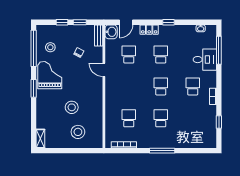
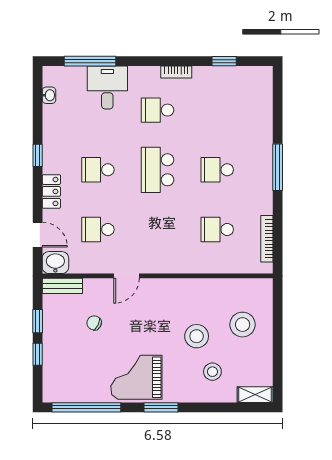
stool: (50, 47) -> (212, 372), moved
school desk: (161, 86) -> (158, 170), width x1.85

